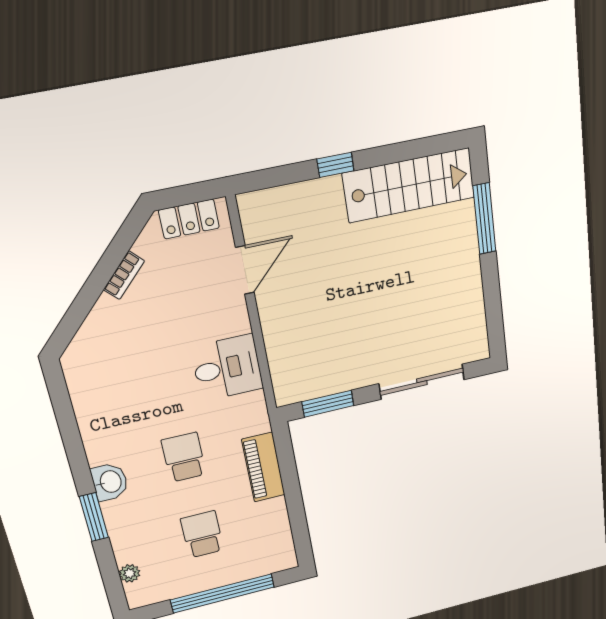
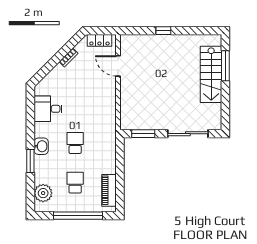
stairs: (409, 185) -> (211, 74), moved, turned 90
door: (245, 270) -> (118, 66), swing flipped
desk: (227, 368) -> (48, 109), moved, turned 180
piano: (263, 467) -> (109, 190), moved
plant: (130, 573) -> (43, 193), width x1.88, depth x1.88

